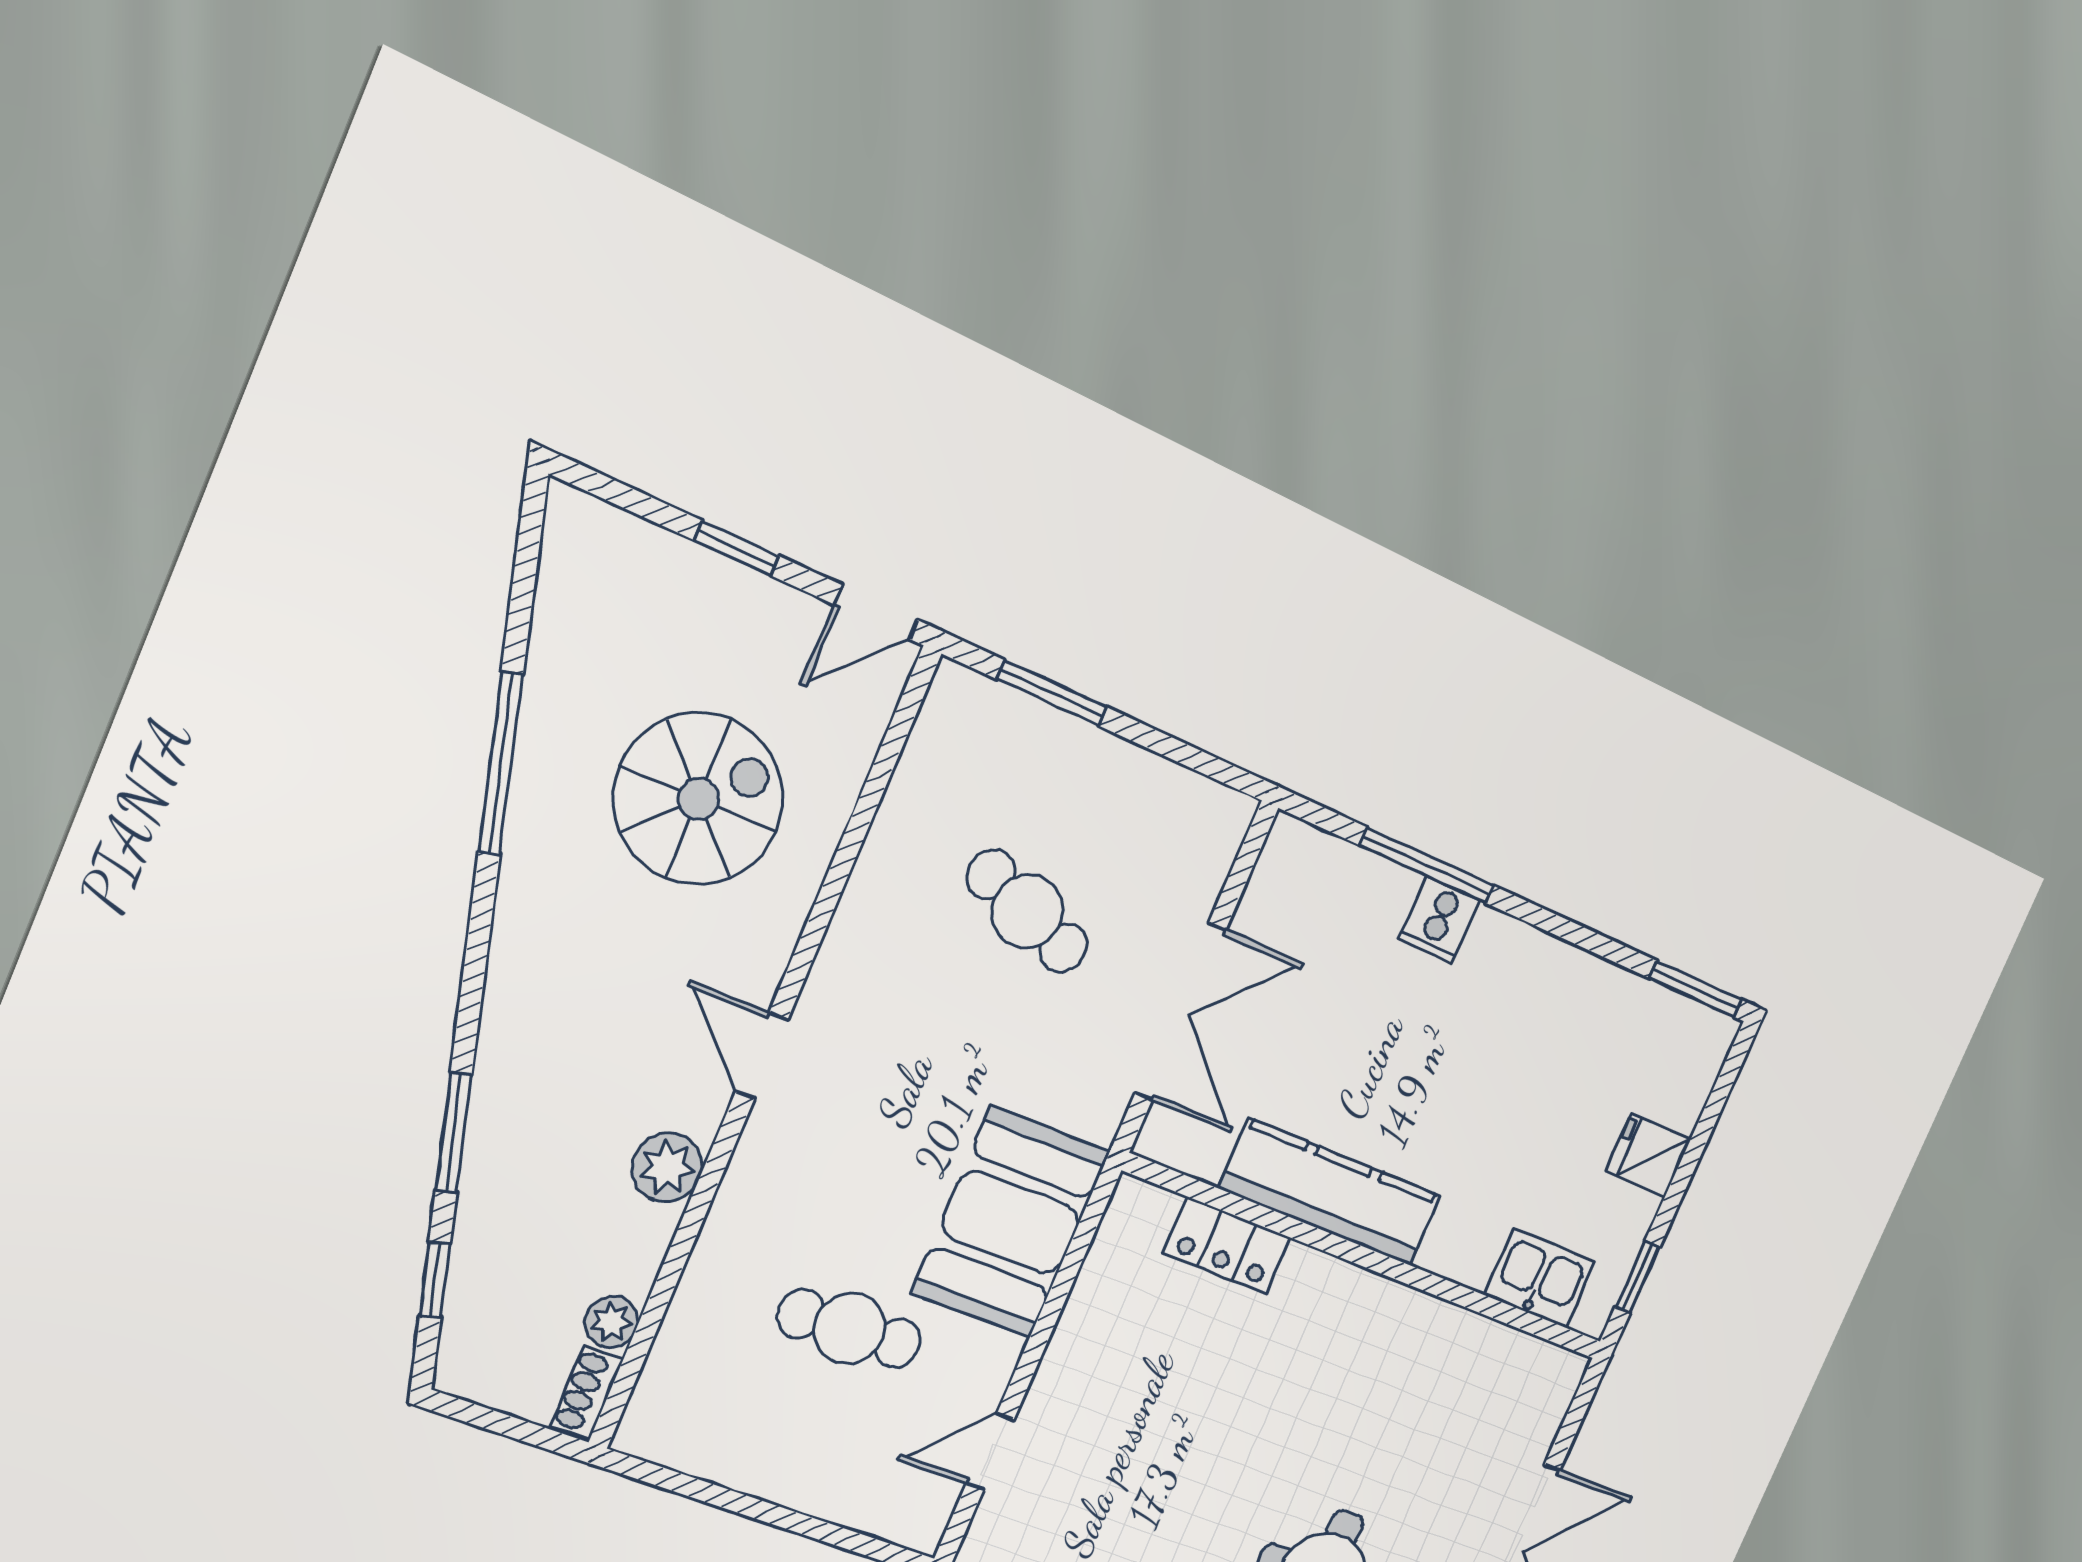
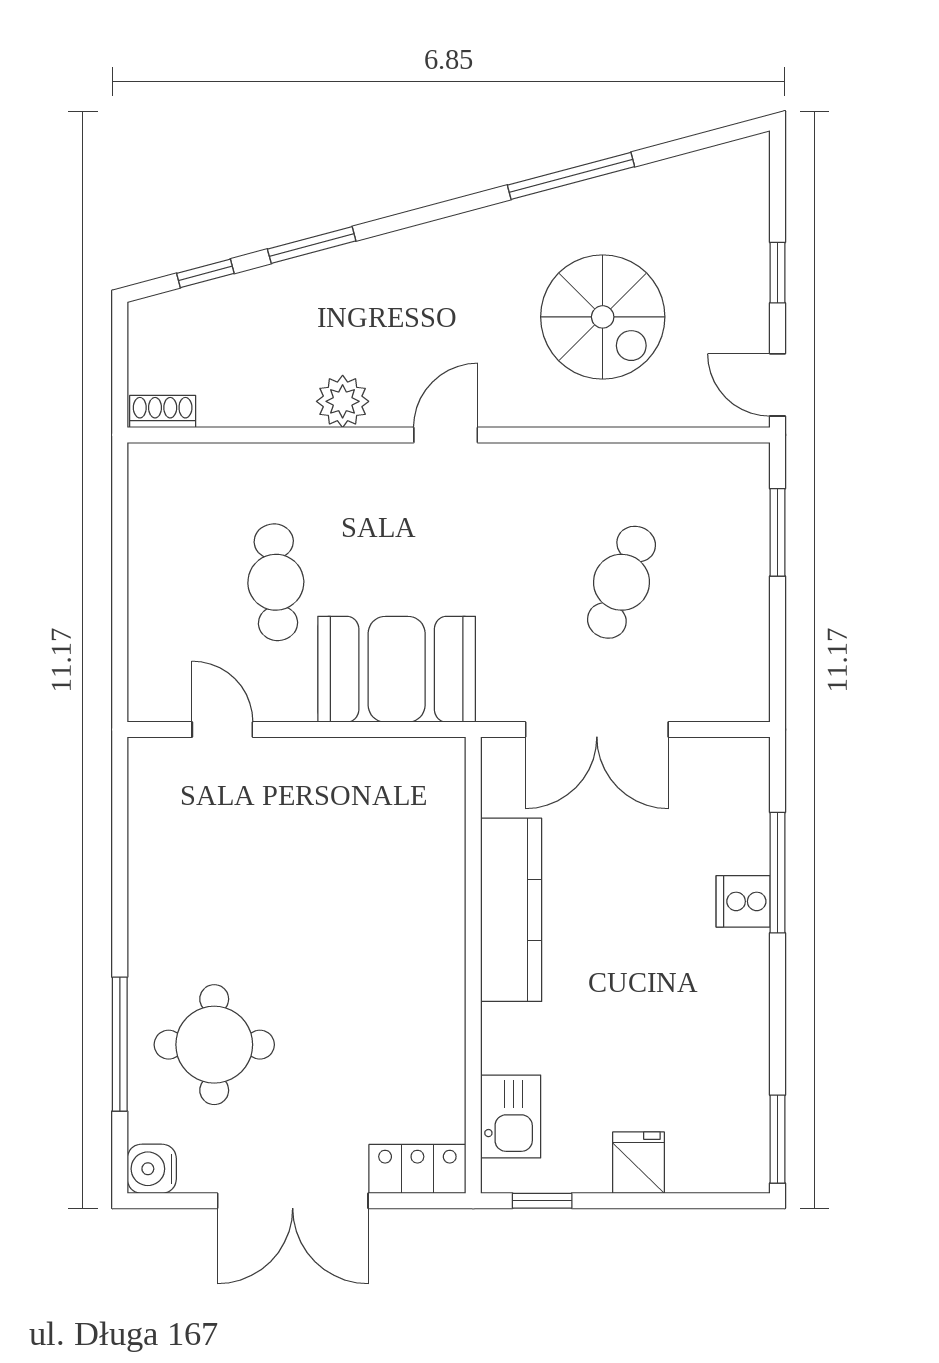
locker: (1227, 1245) -> (417, 1169), moved, turned 90
plant: (611, 1322) -> (219, 408), removed

